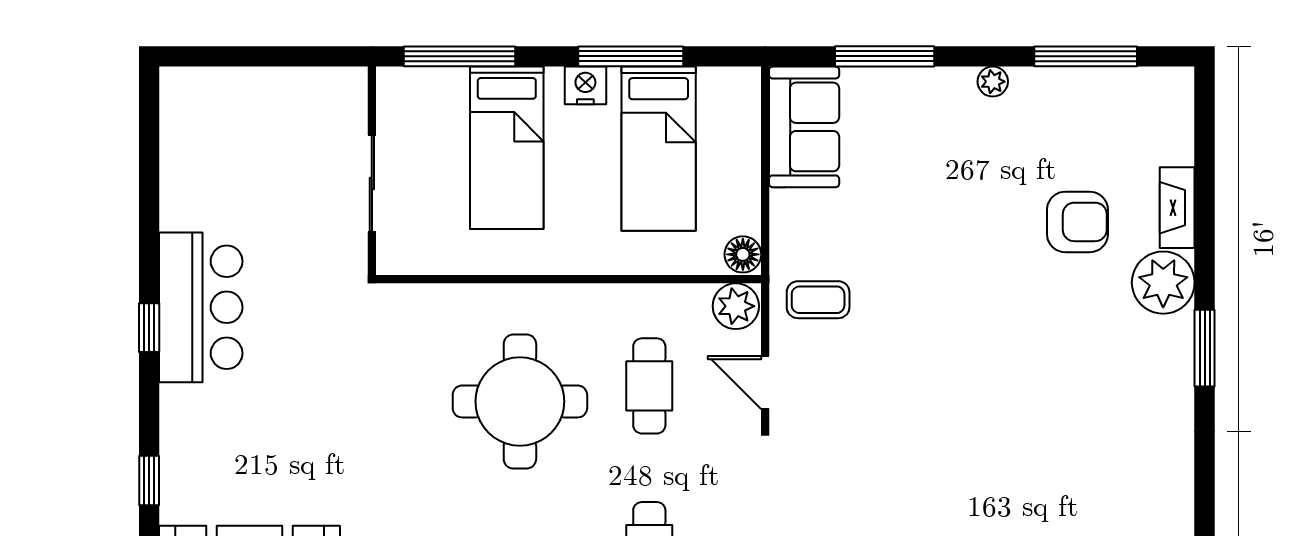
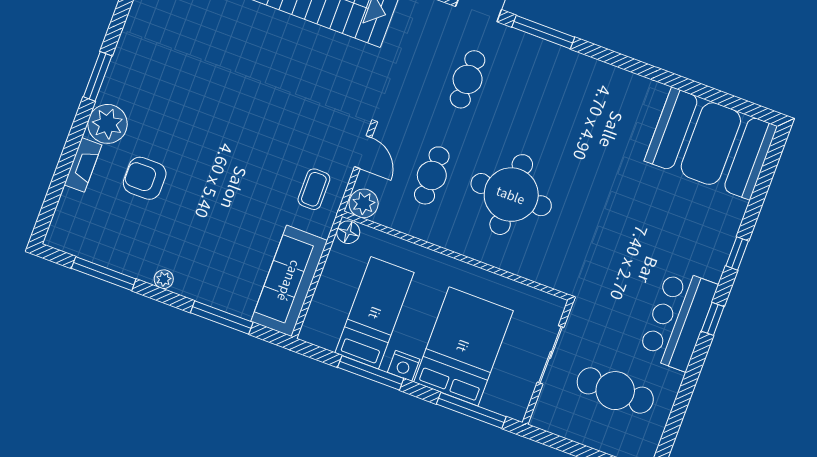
sofa: (804, 127) -> (289, 281), width x1.36
bed: (507, 148) -> (463, 346), width x1.50
cafe table: (255, 166) -> (615, 391), added
coffee table: (818, 300) -> (314, 189), turned 90
window: (149, 481) -> (737, 253), moved

